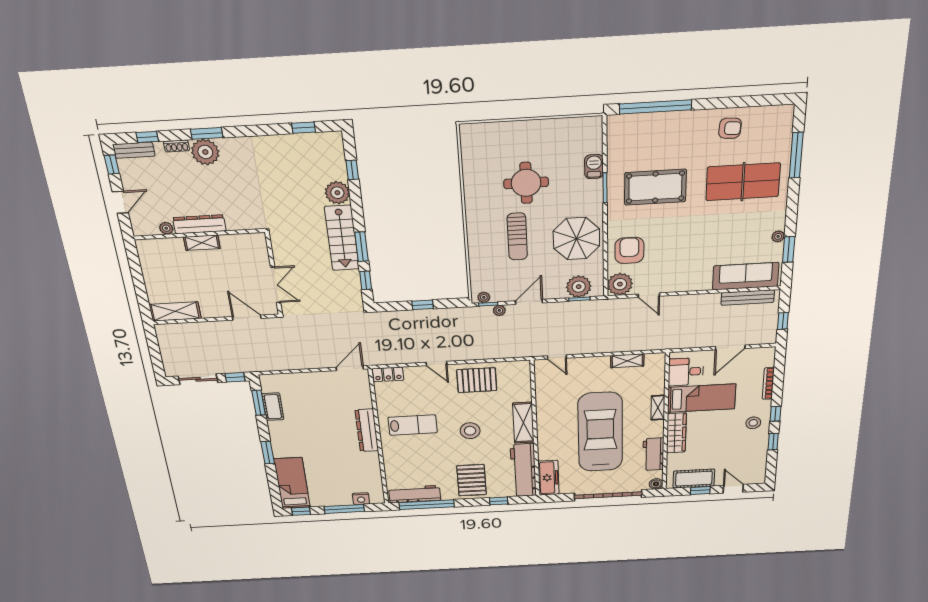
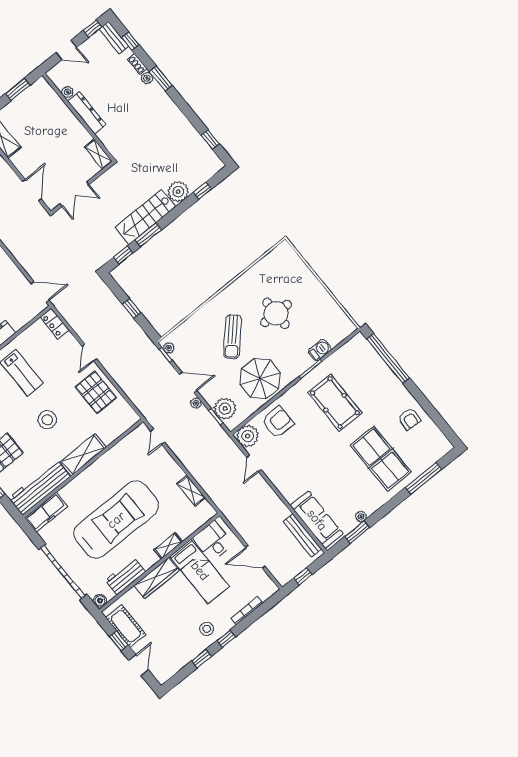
plant: (205, 152) -> (147, 78), width x0.53, depth x0.53
sun lounger: (517, 237) -> (233, 337), turned -47
shelving: (202, 243) -> (98, 154), moved
window: (136, 270) -> (18, 89), added
plant: (499, 310) -> (196, 403), moved

